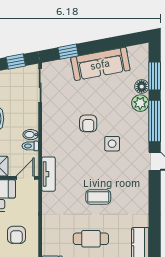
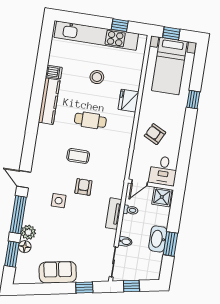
sofa: (100, 64) -> (58, 272), width x0.73
armchair: (88, 123) -> (83, 187), moved
bidet: (31, 135) -> (125, 242), moved
tv unit: (48, 174) -> (114, 214), moved
armchair: (16, 235) -> (155, 134), turned -63

